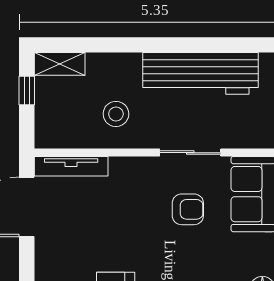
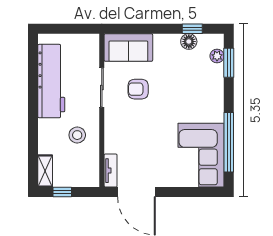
tv unit: (71, 166) -> (111, 171), width x0.71
armchair: (188, 209) -> (138, 89), turned -90

